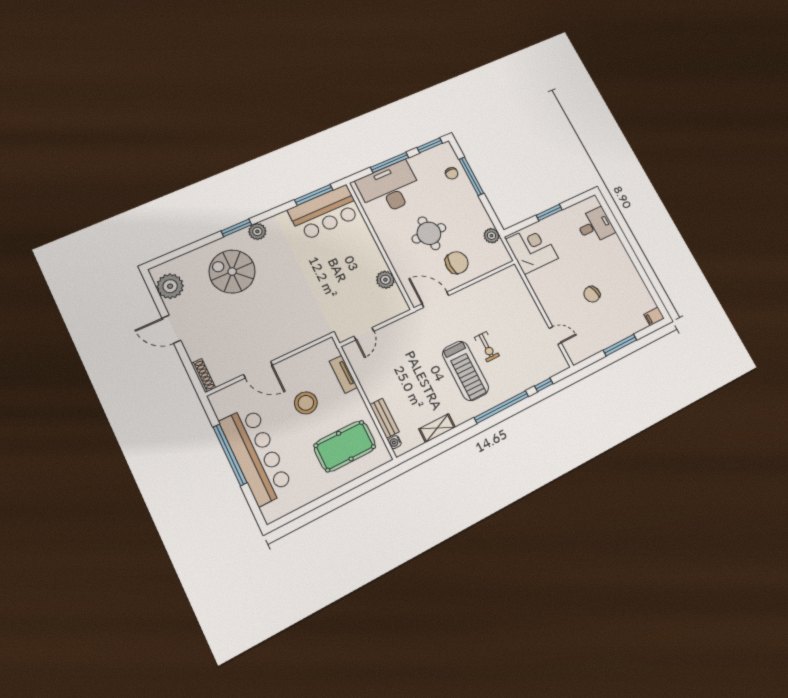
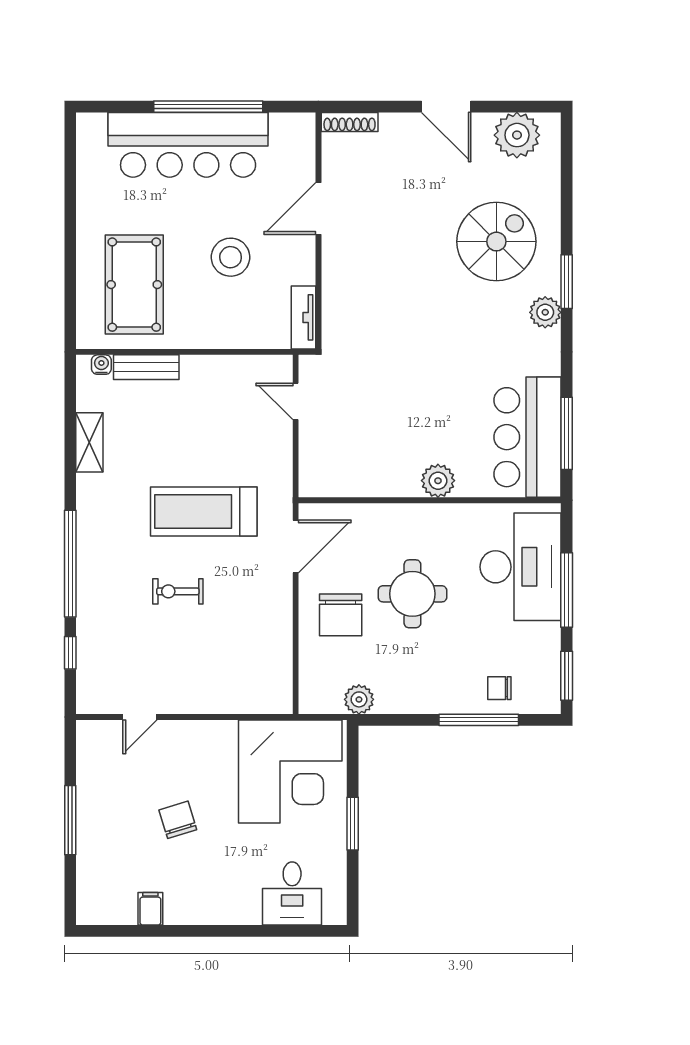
corner desk: (532, 249) -> (290, 771), width x1.36, depth x1.36
plant: (385, 280) -> (438, 481), moved
filing cabinet: (654, 316) -> (150, 909), moved
door: (171, 329) -> (446, 107), swing flipped
treadmill: (465, 371) -> (204, 512), moved
tv unit: (343, 374) -> (304, 317), moved, turned -90

